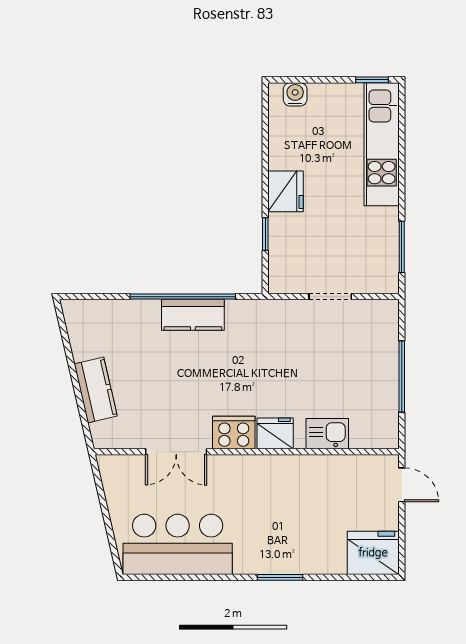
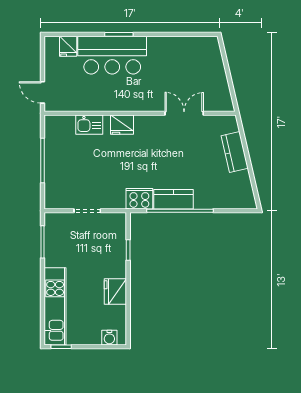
fridge: (286, 191) -> (115, 291), moved
cooker: (234, 433) -> (139, 199), moved, turned 180
bar counter: (178, 544) -> (112, 55), moved
fridge: (373, 553) -> (68, 46), width x0.53, depth x0.75

